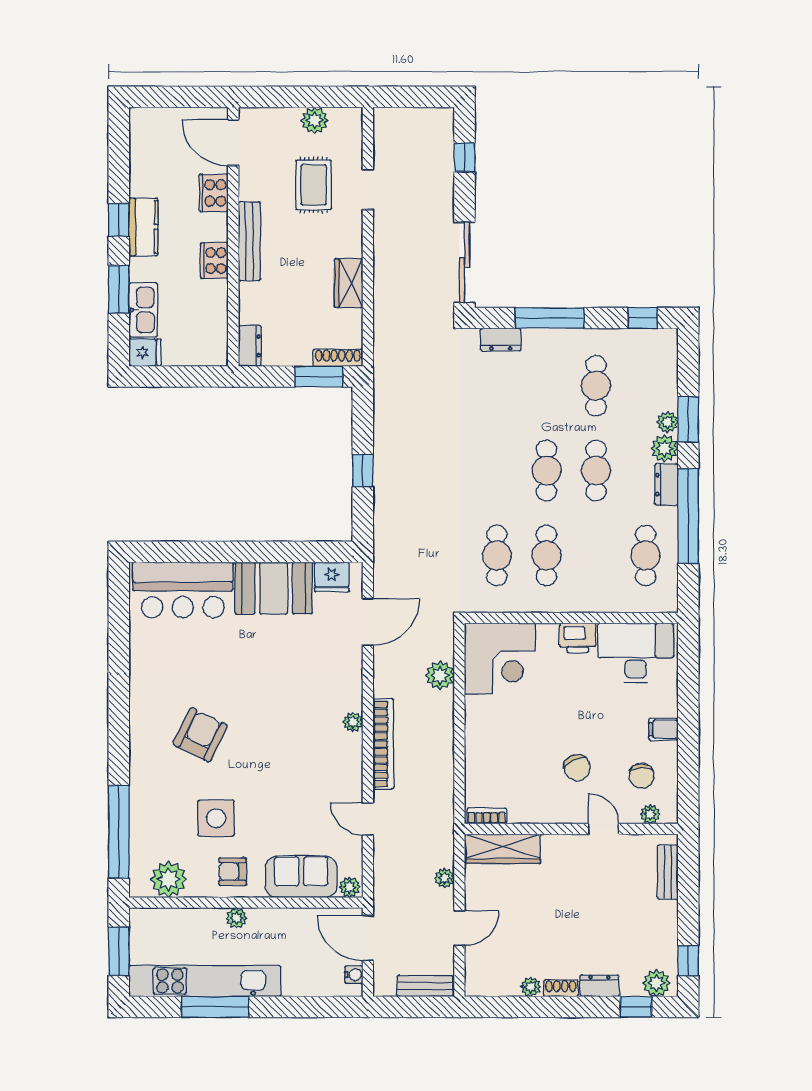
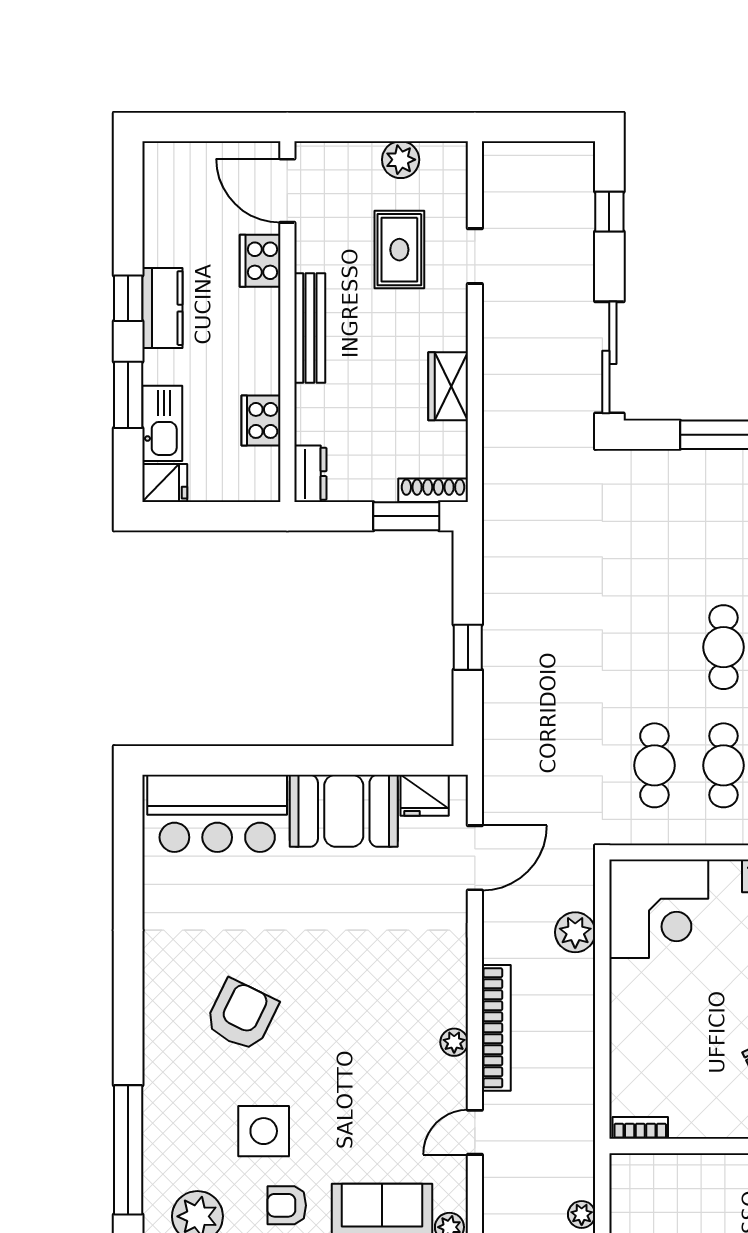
cooker: (214, 261) -> (261, 420), moved
dresser: (501, 340) -> (660, 465), removed
plant: (353, 722) -> (454, 1042), moved
door: (368, 819) -> (475, 1132), hinge flipped
wardrobe: (503, 849) -> (662, 1174), removed

